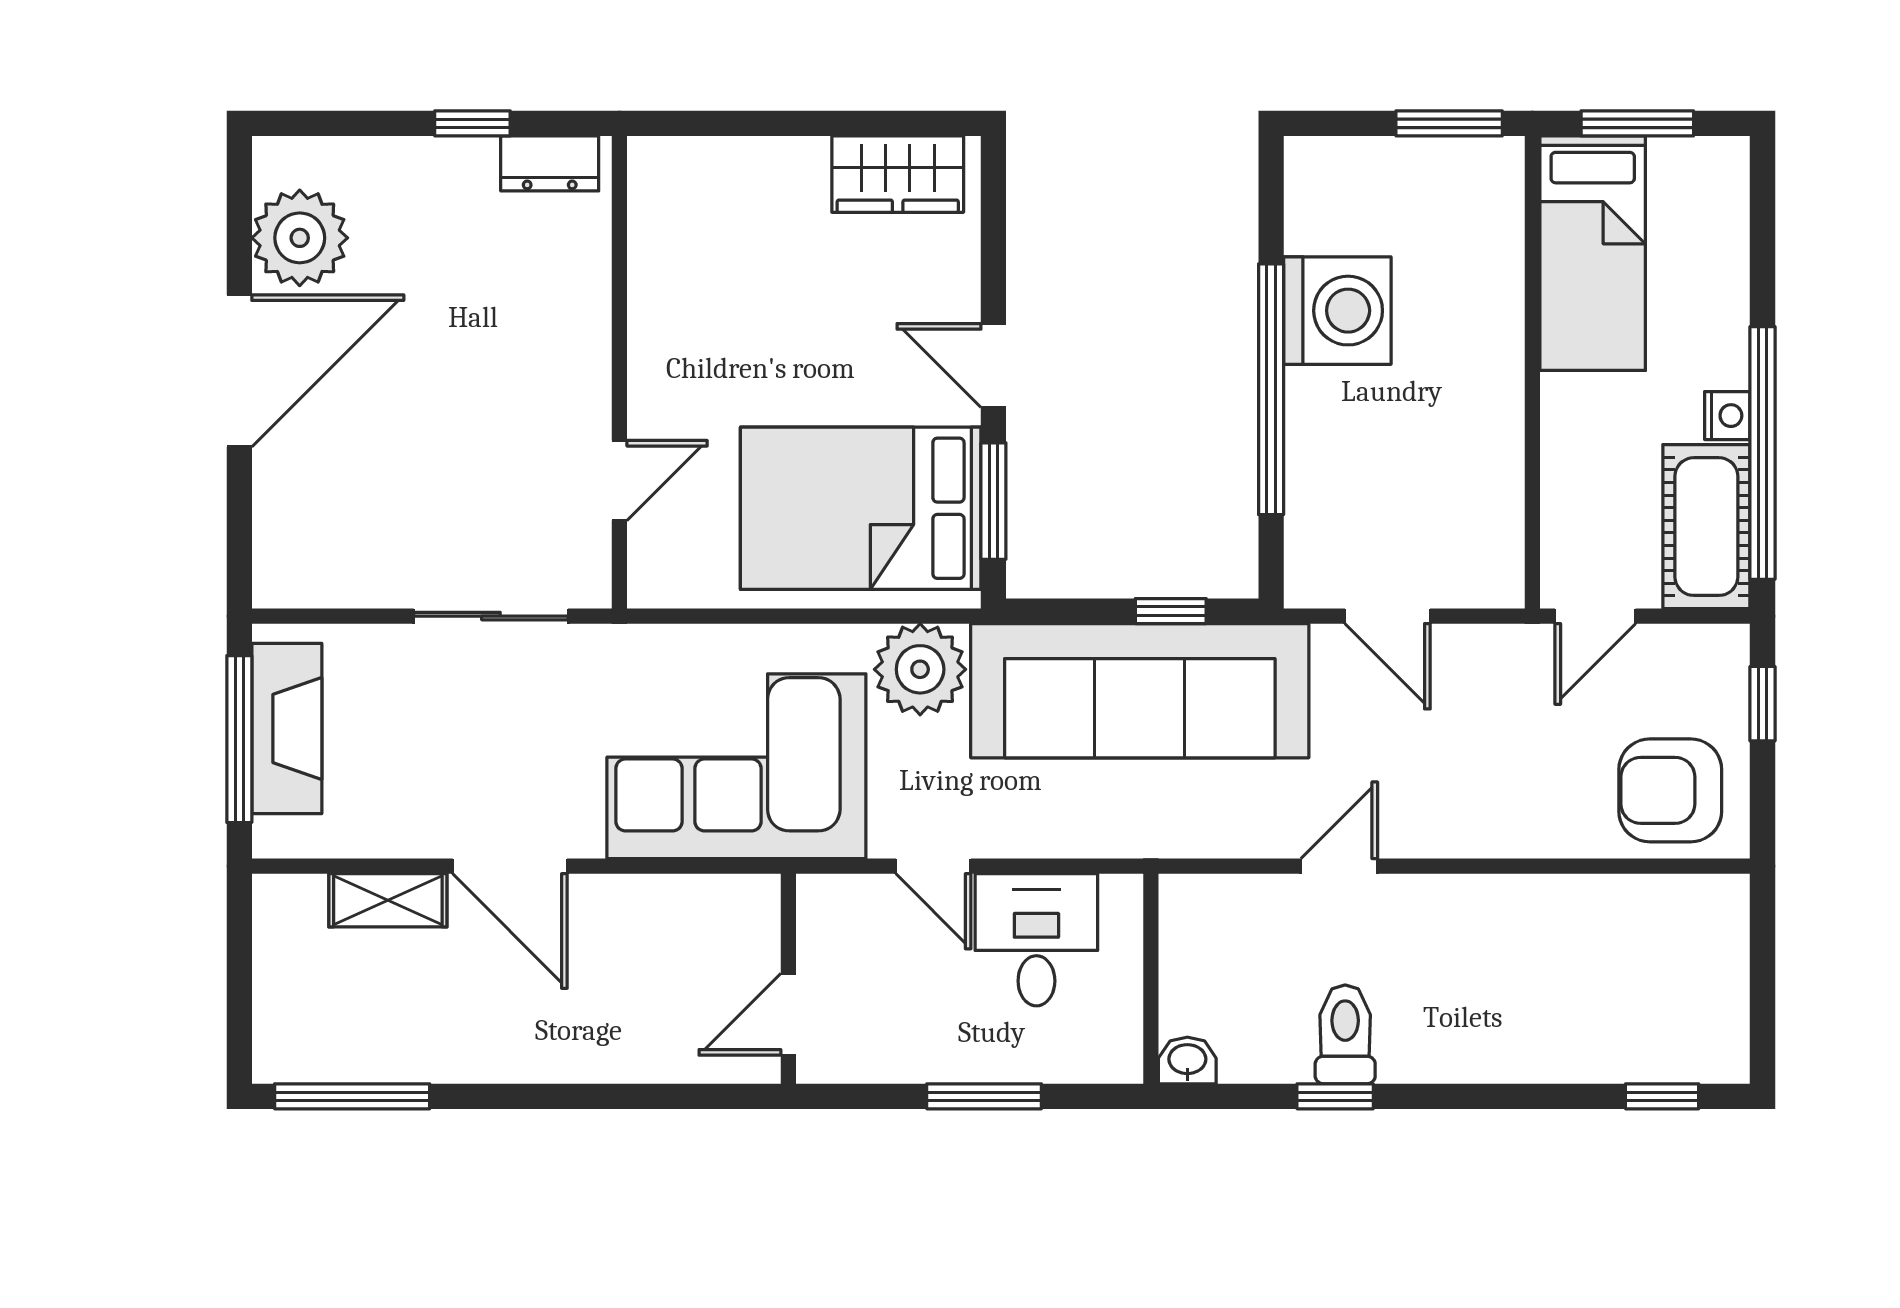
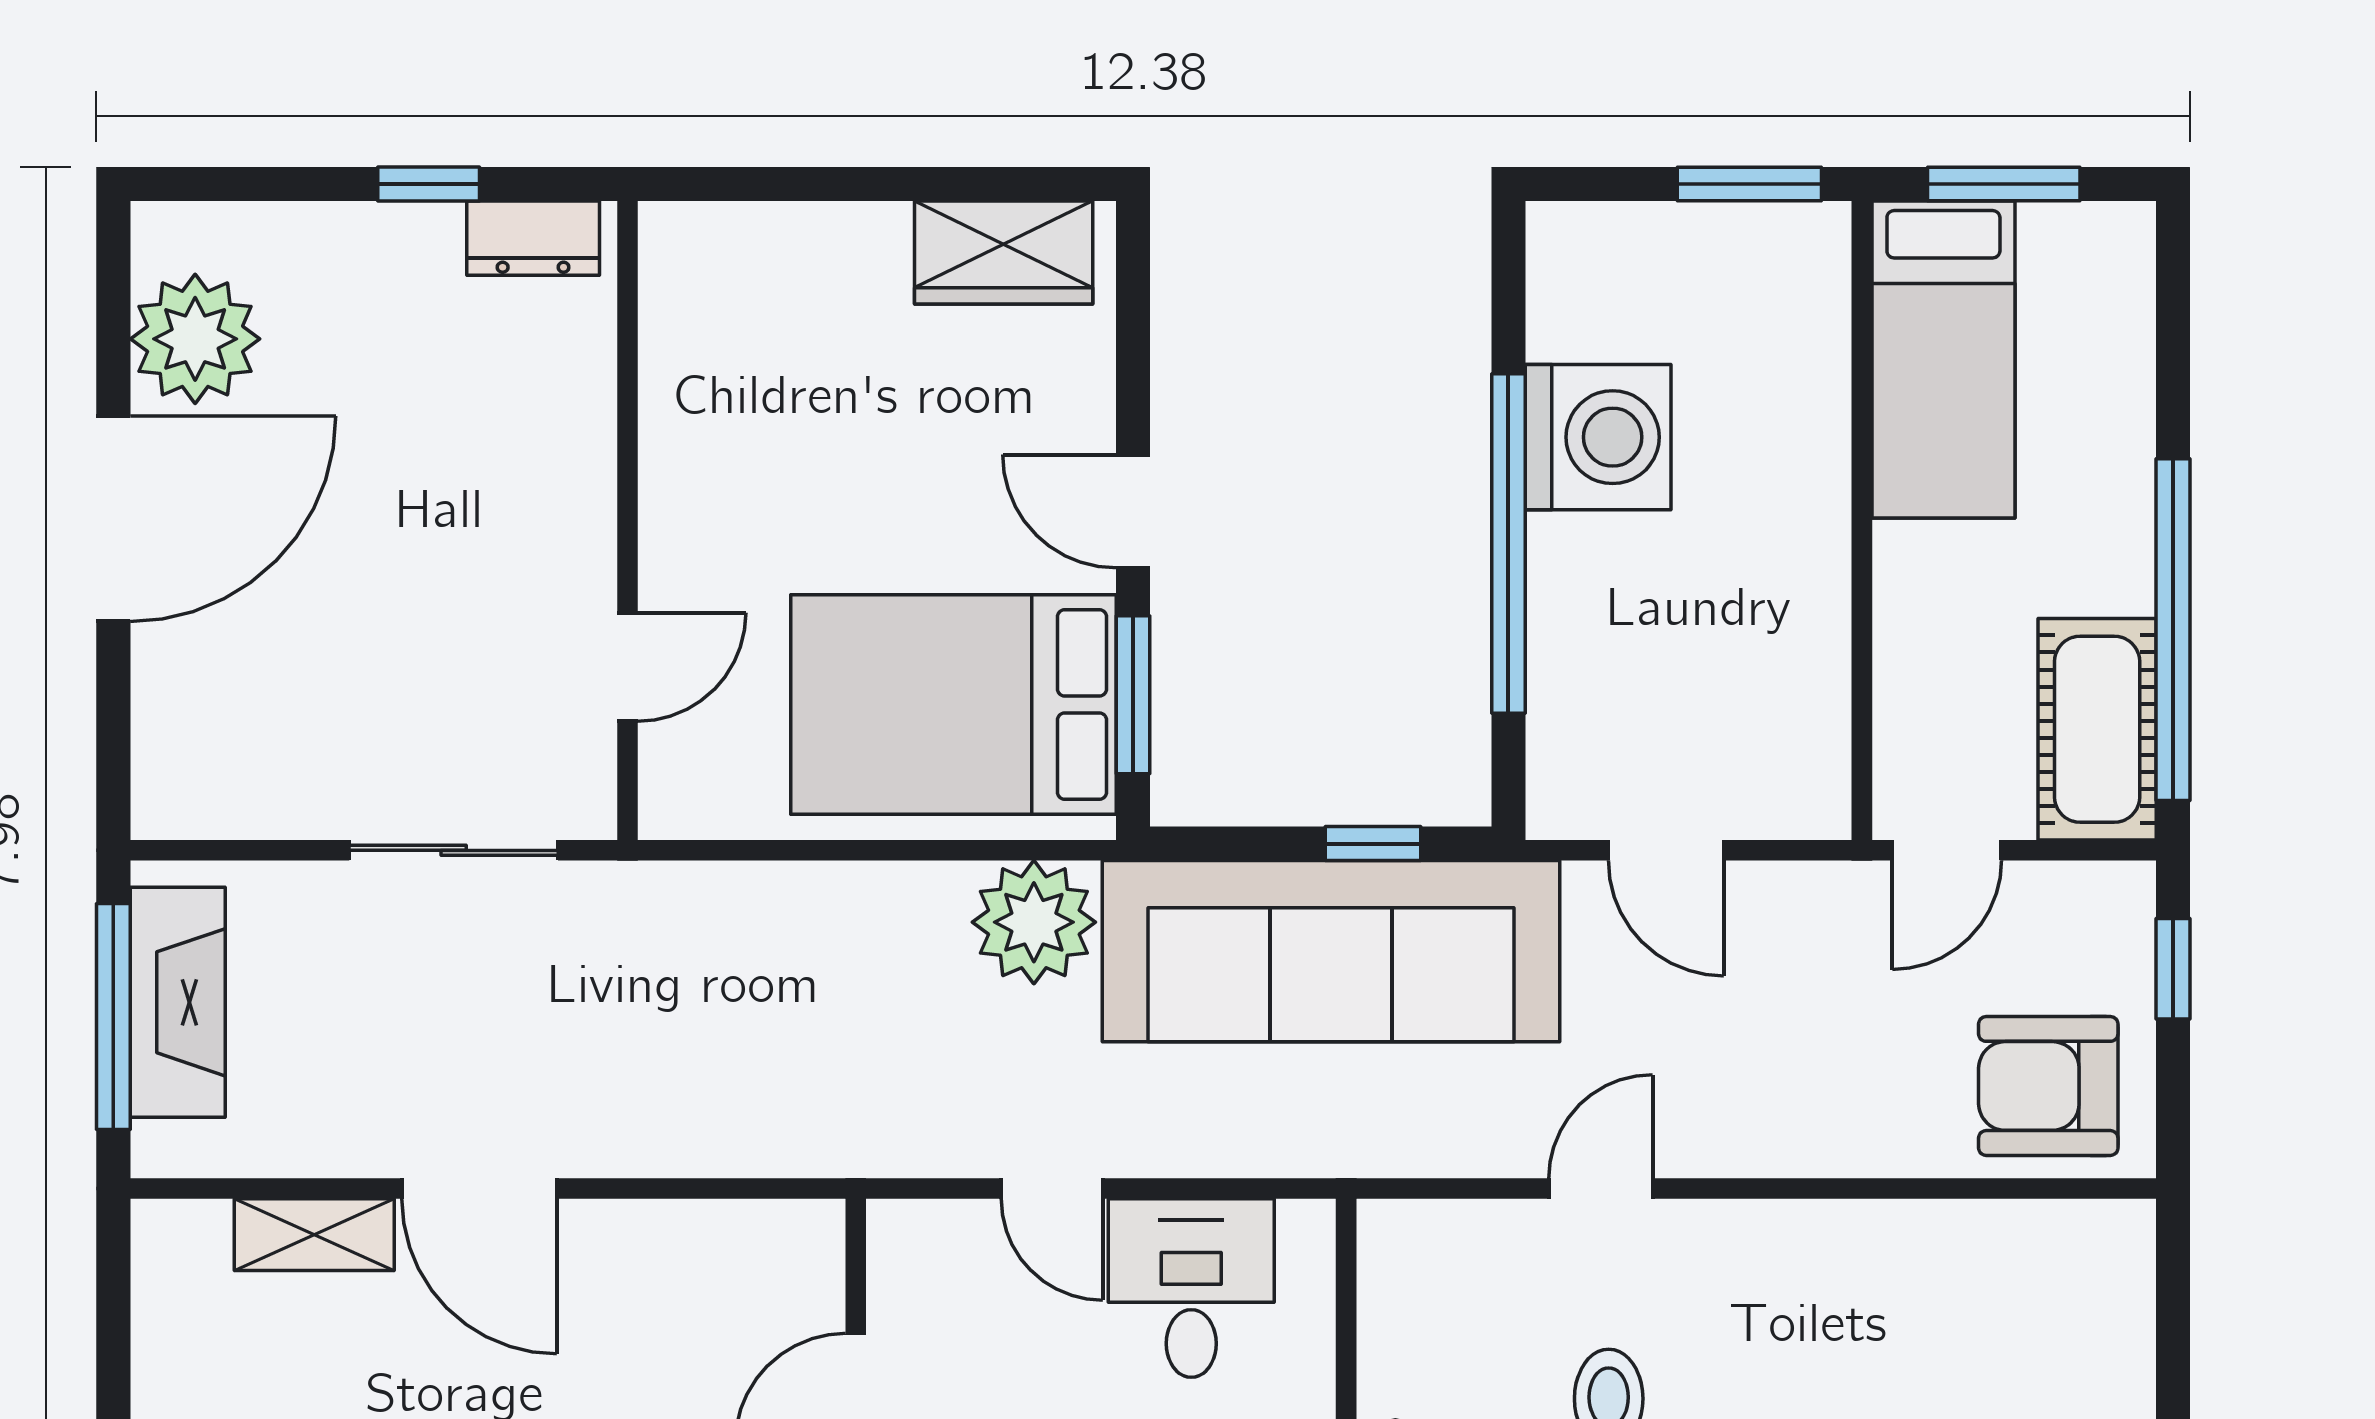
nightstand: (1727, 416) -> (2125, 579), removed
corner sofa: (736, 766) -> (786, 1053), removed

